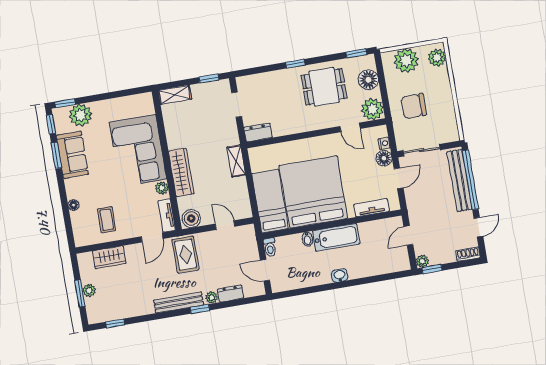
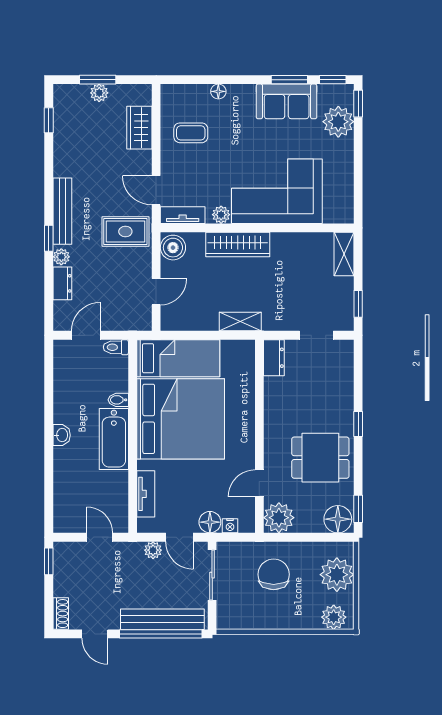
floor lamp: (368, 80) -> (338, 519), moved
dining table: (324, 87) -> (320, 458), turned 90
plant: (422, 261) -> (153, 550), moved

